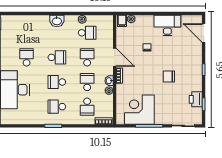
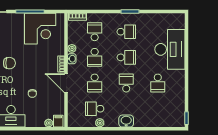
school desk: (57, 57) -> (126, 83), turned 90

